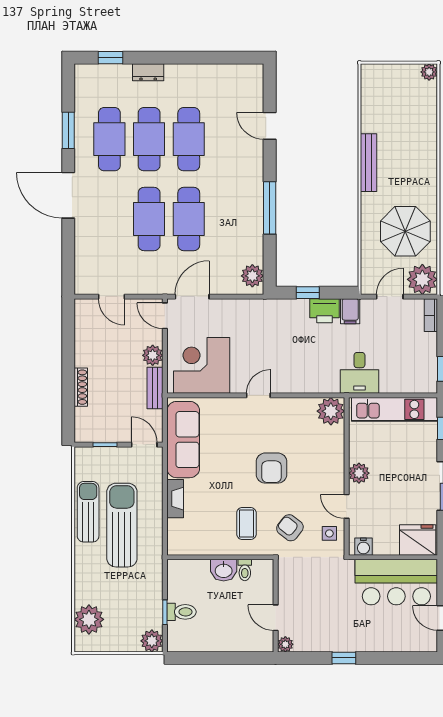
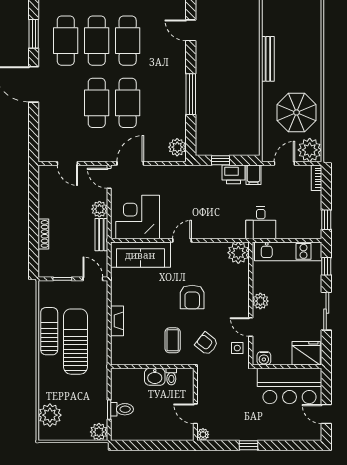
sofa: (183, 440) -> (140, 255), moved, turned 90

